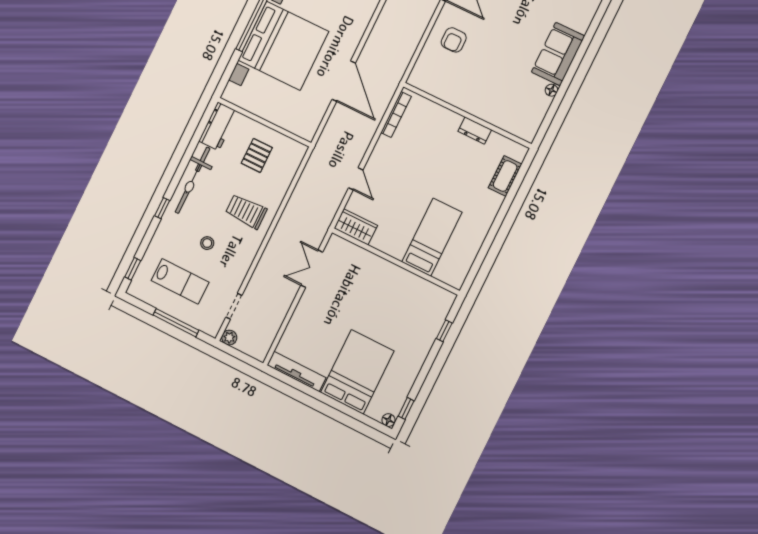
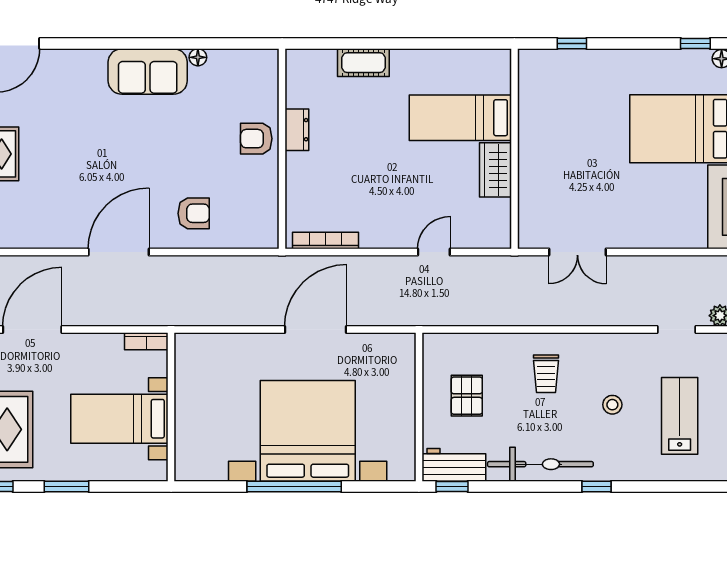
armchair: (482, 102) -> (256, 139), added
pallet: (257, 155) -> (467, 396), turned 90
cot: (505, 176) -> (363, 63), moved
trolley: (246, 211) -> (546, 374), width x0.73, depth x0.72
wardrobe: (356, 227) -> (496, 170), moved
window: (133, 269) -> (452, 486), moved

